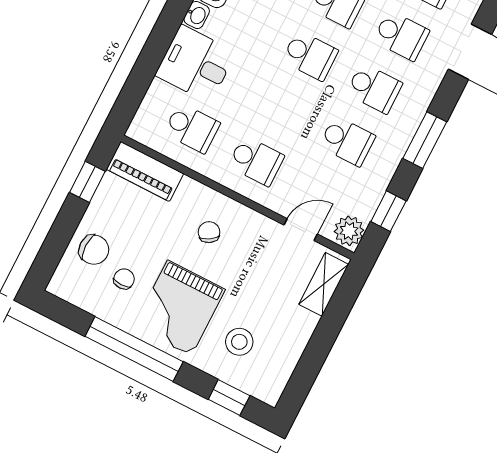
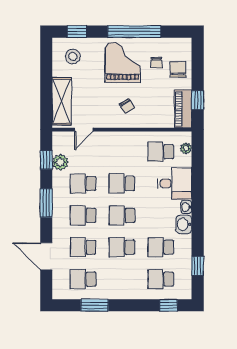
plant: (147, 112) -> (186, 148), added
school desk: (256, 161) -> (122, 184), moved
piano: (145, 171) -> (183, 109), moved, turned -90
plant: (349, 231) -> (60, 162), moved
chair: (94, 250) -> (178, 69), turned 90
shelving: (324, 284) -> (62, 101), width x1.50, depth x1.33
stool: (239, 342) -> (73, 56), moved

